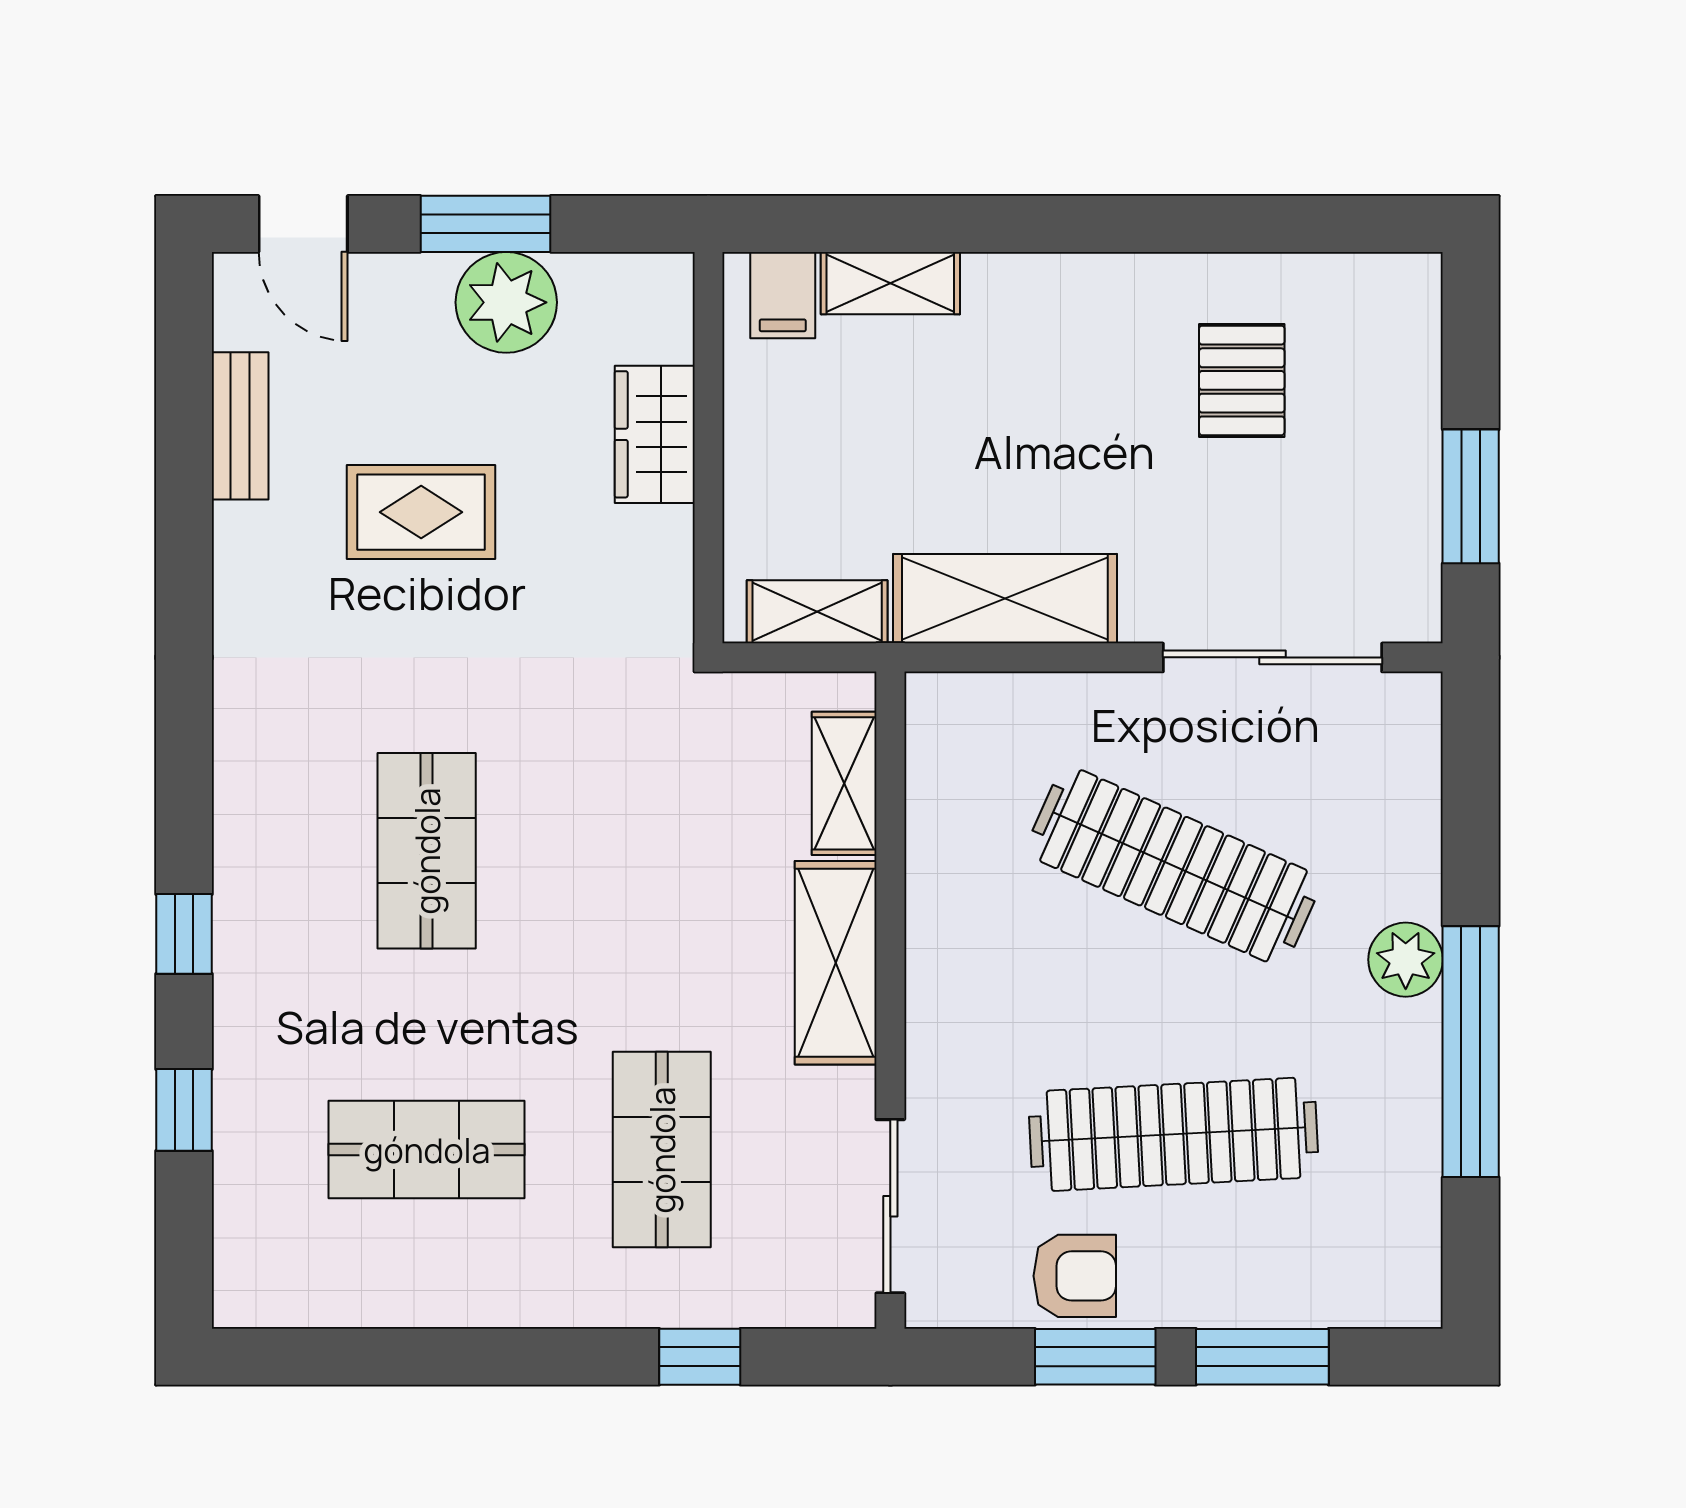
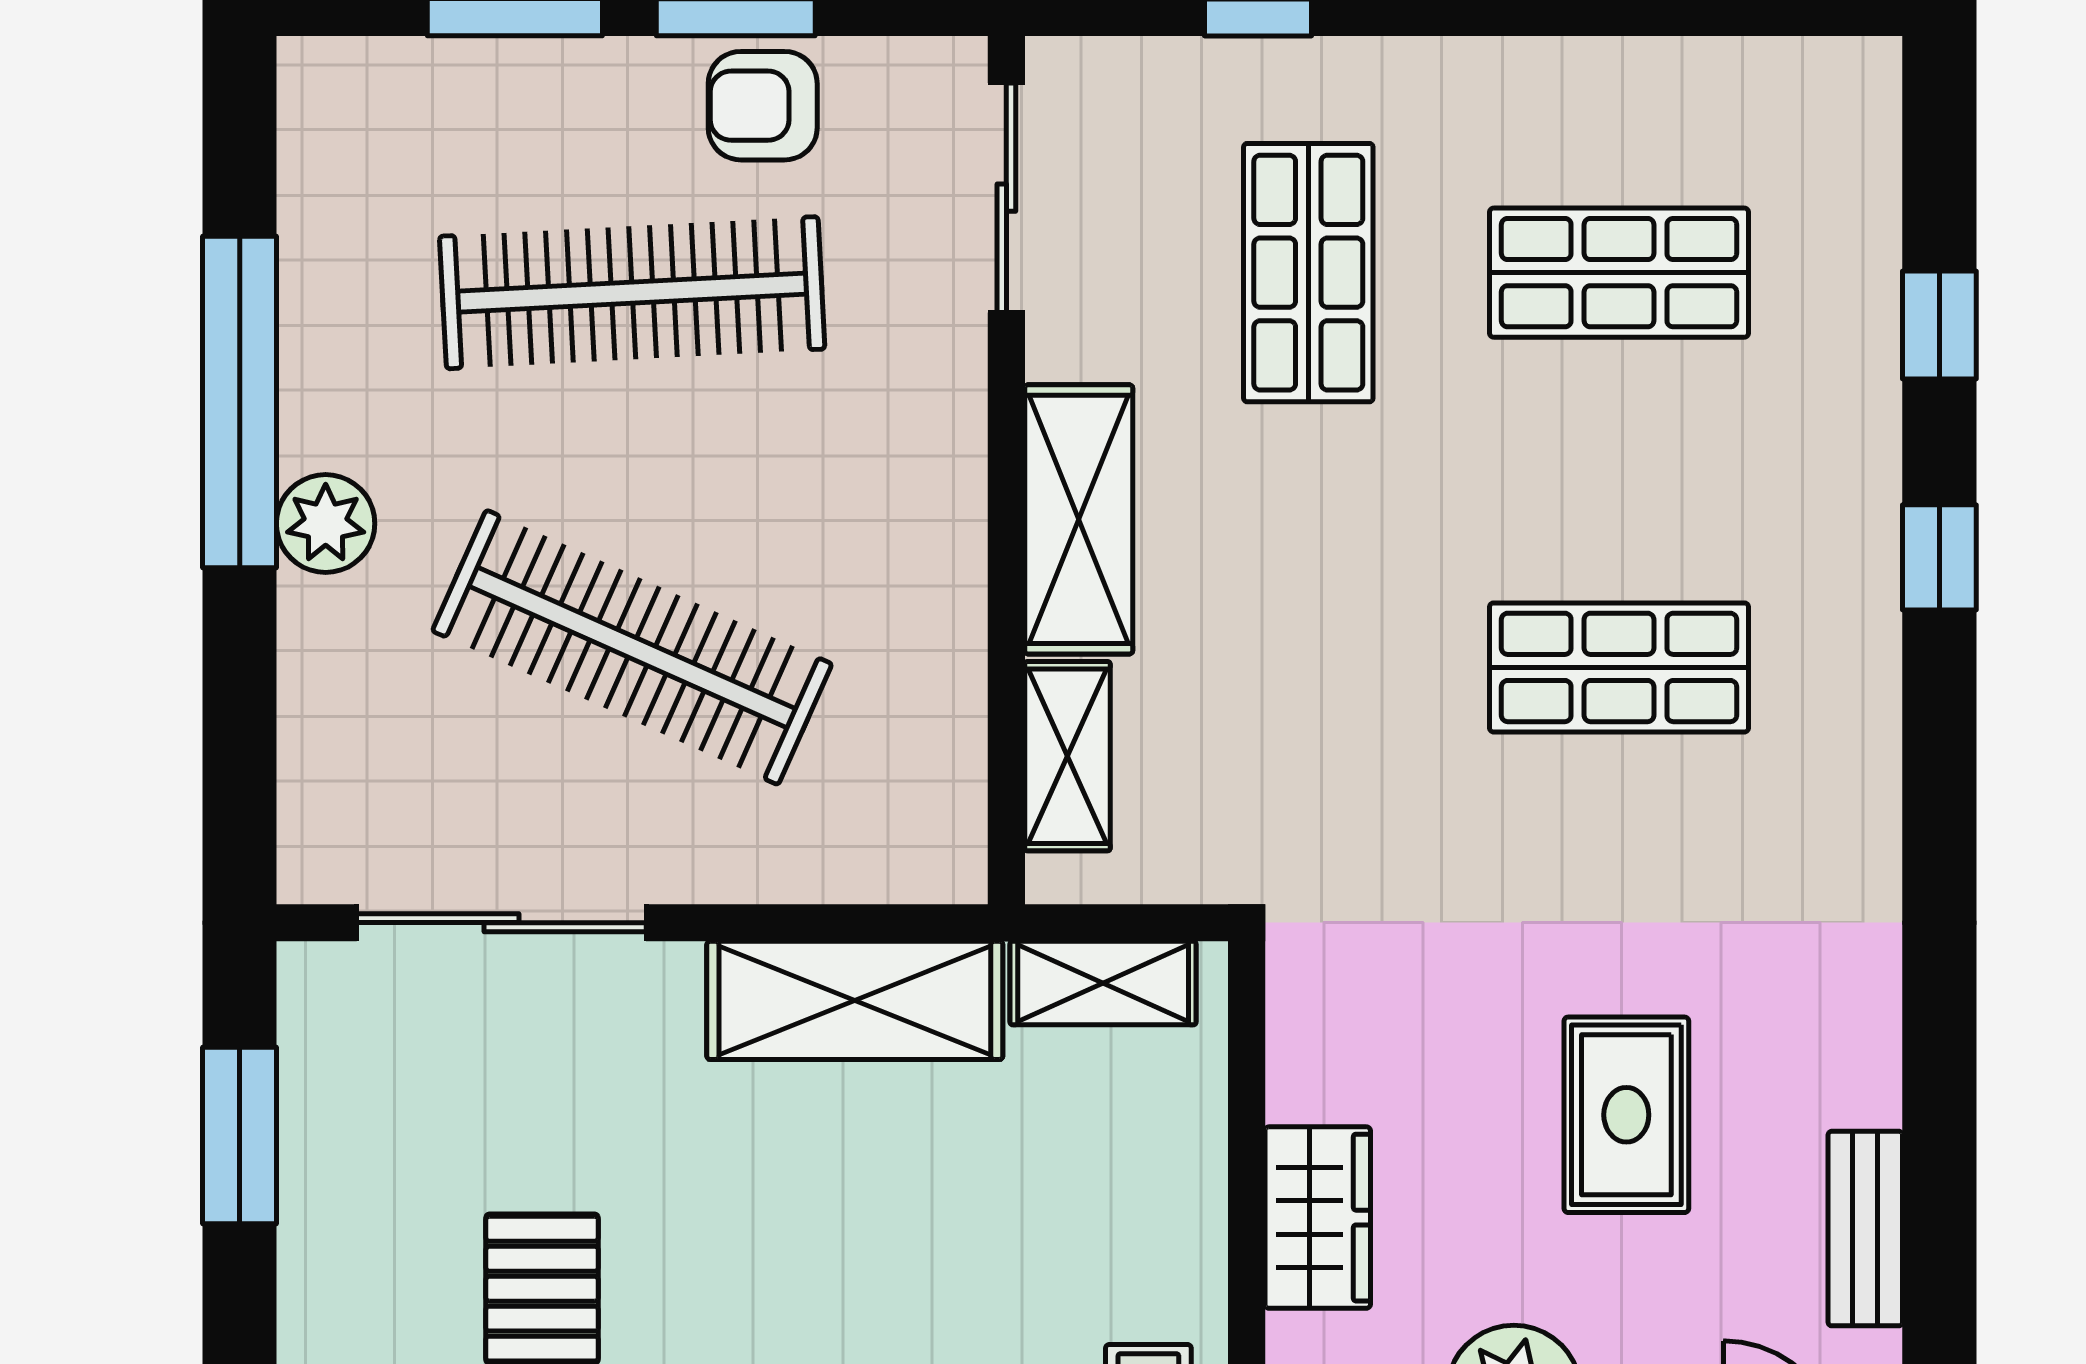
rug: (421, 512) -> (1626, 1115), turned 90
shop shelf: (427, 851) -> (1619, 667), turned 90

